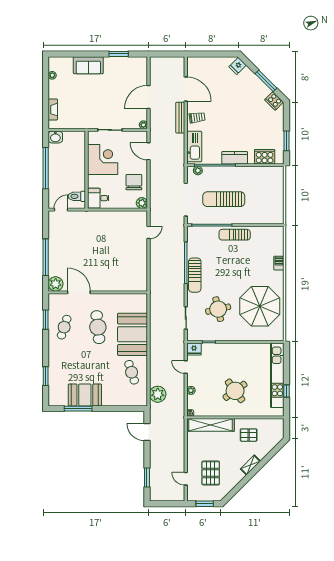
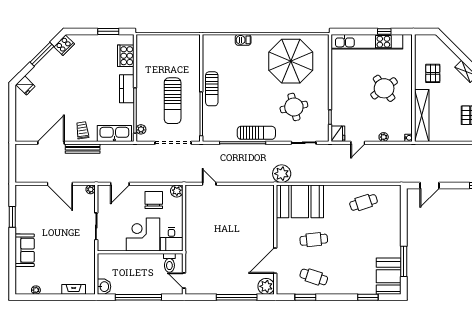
corner desk: (103, 160) -> (143, 235), moved
chair: (134, 182) -> (154, 200), turned 90
cafe table: (98, 327) -> (314, 240), width x0.73, depth x0.74
booth: (133, 334) -> (300, 201), moved
plant: (158, 394) -> (282, 174), moved
booth: (85, 395) -> (389, 276), moved

